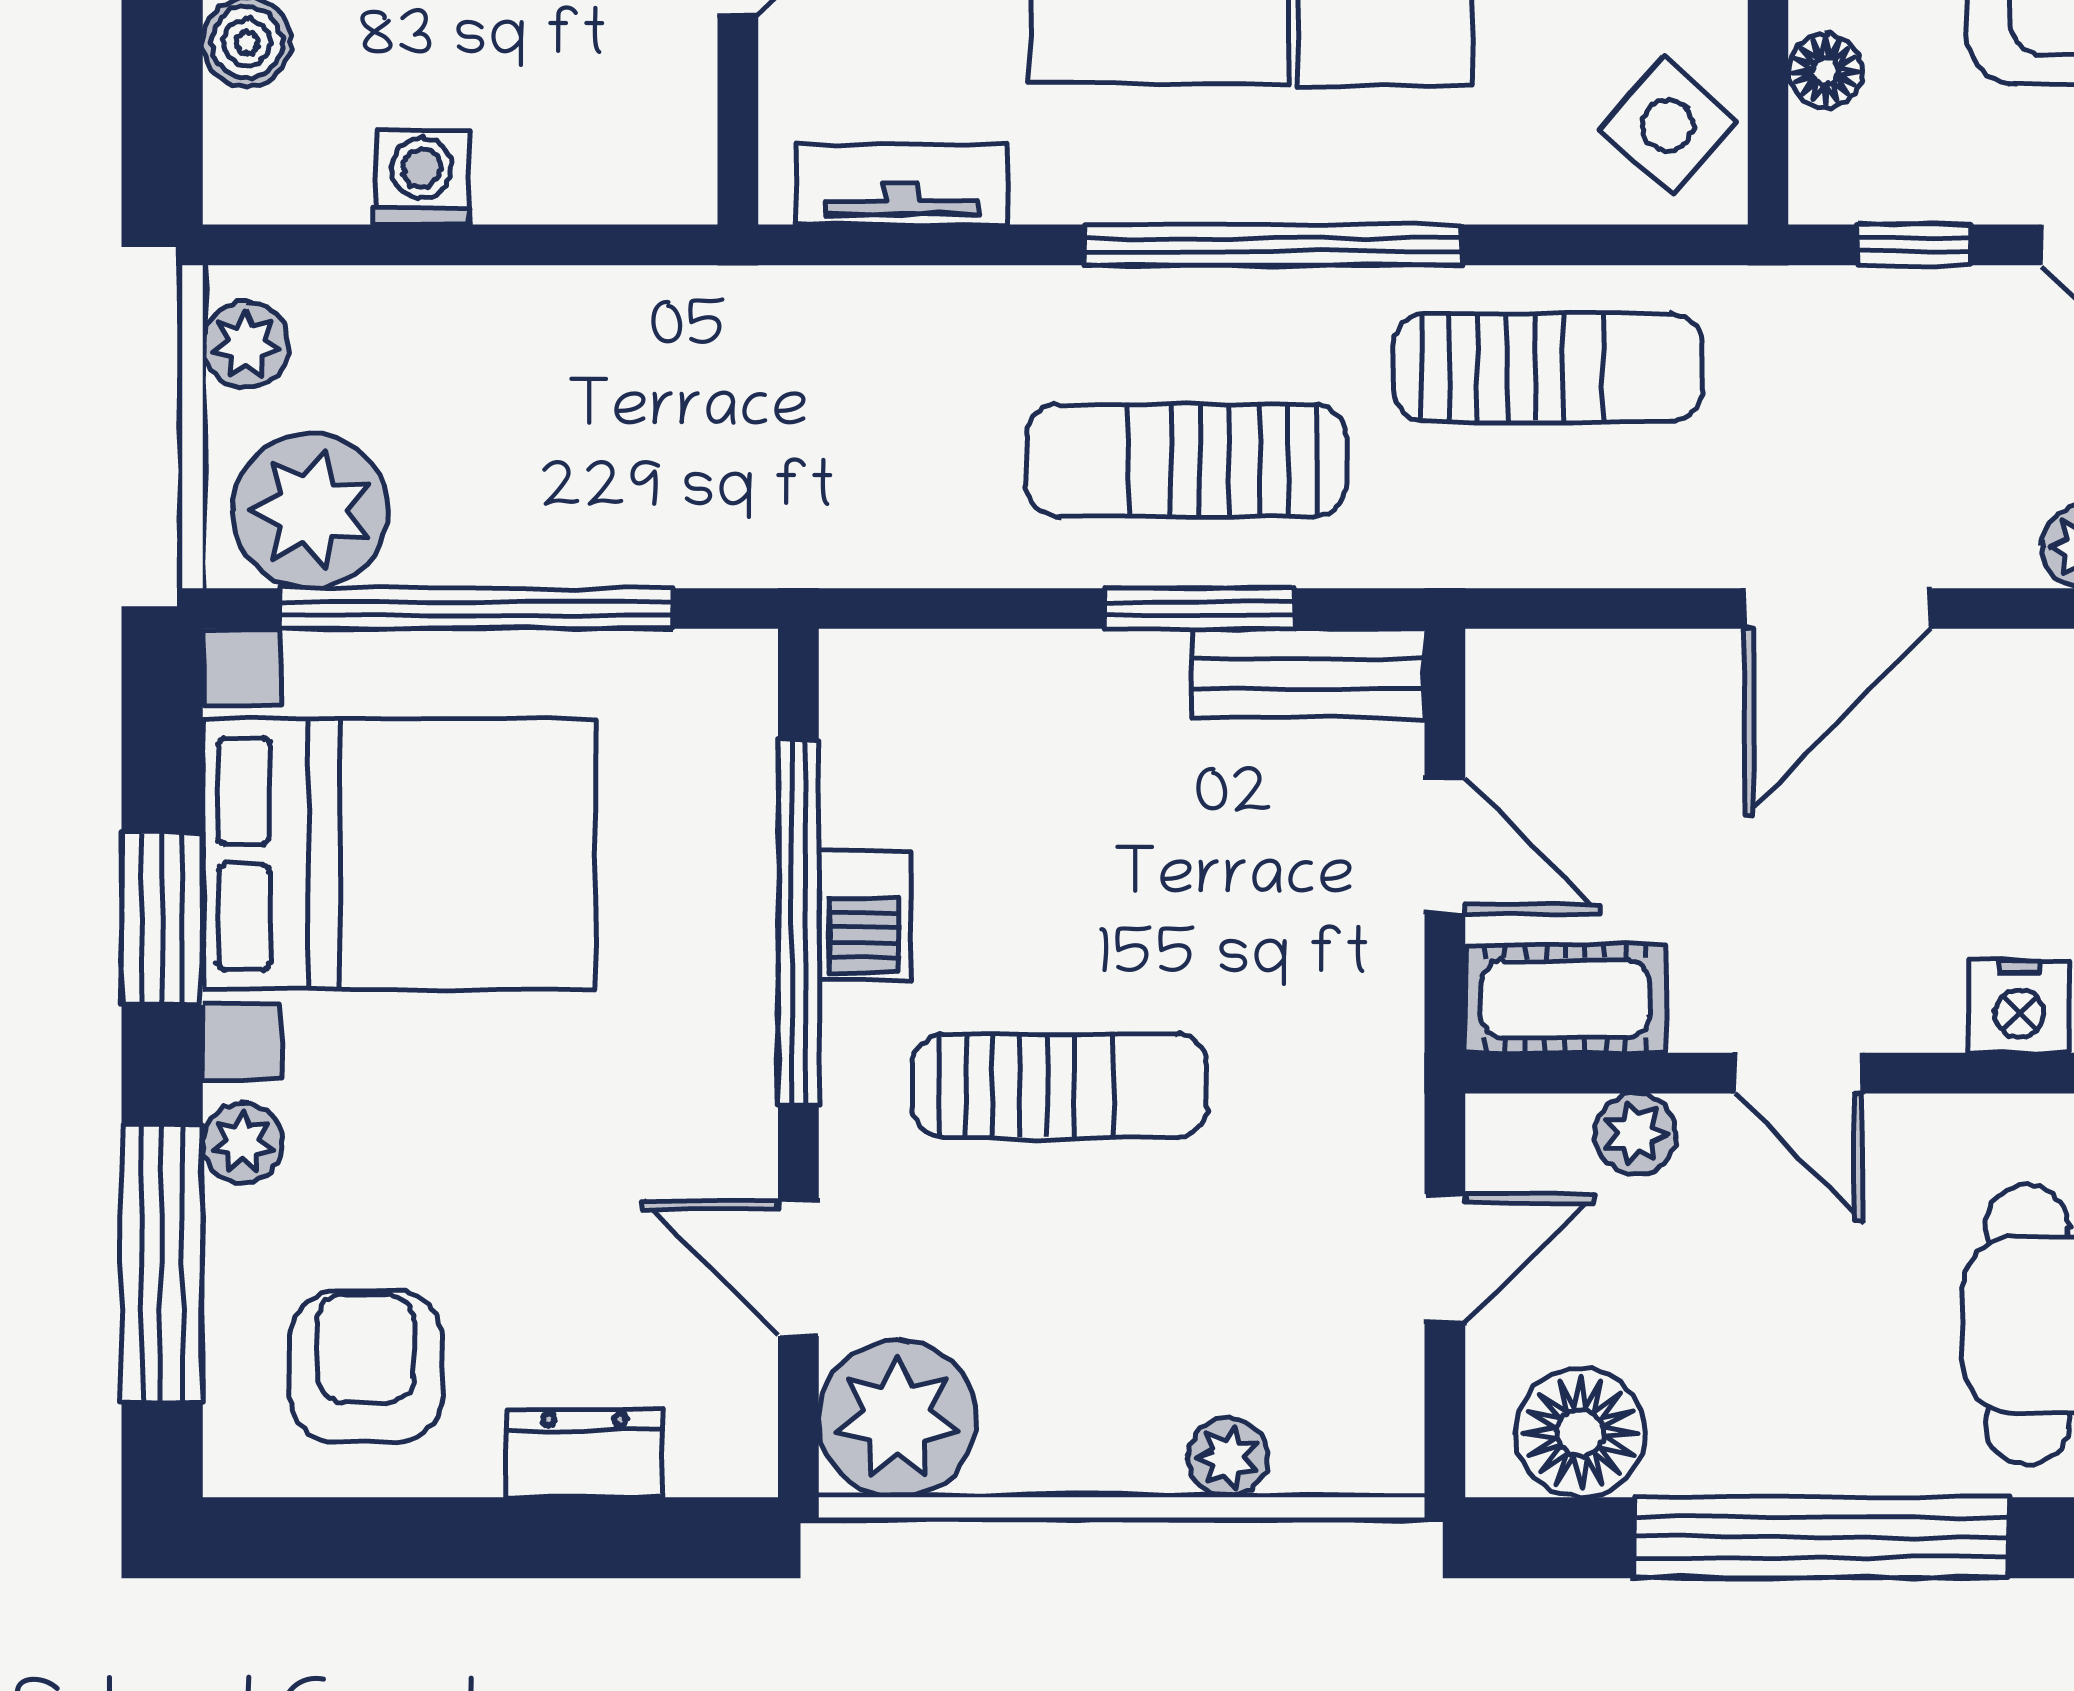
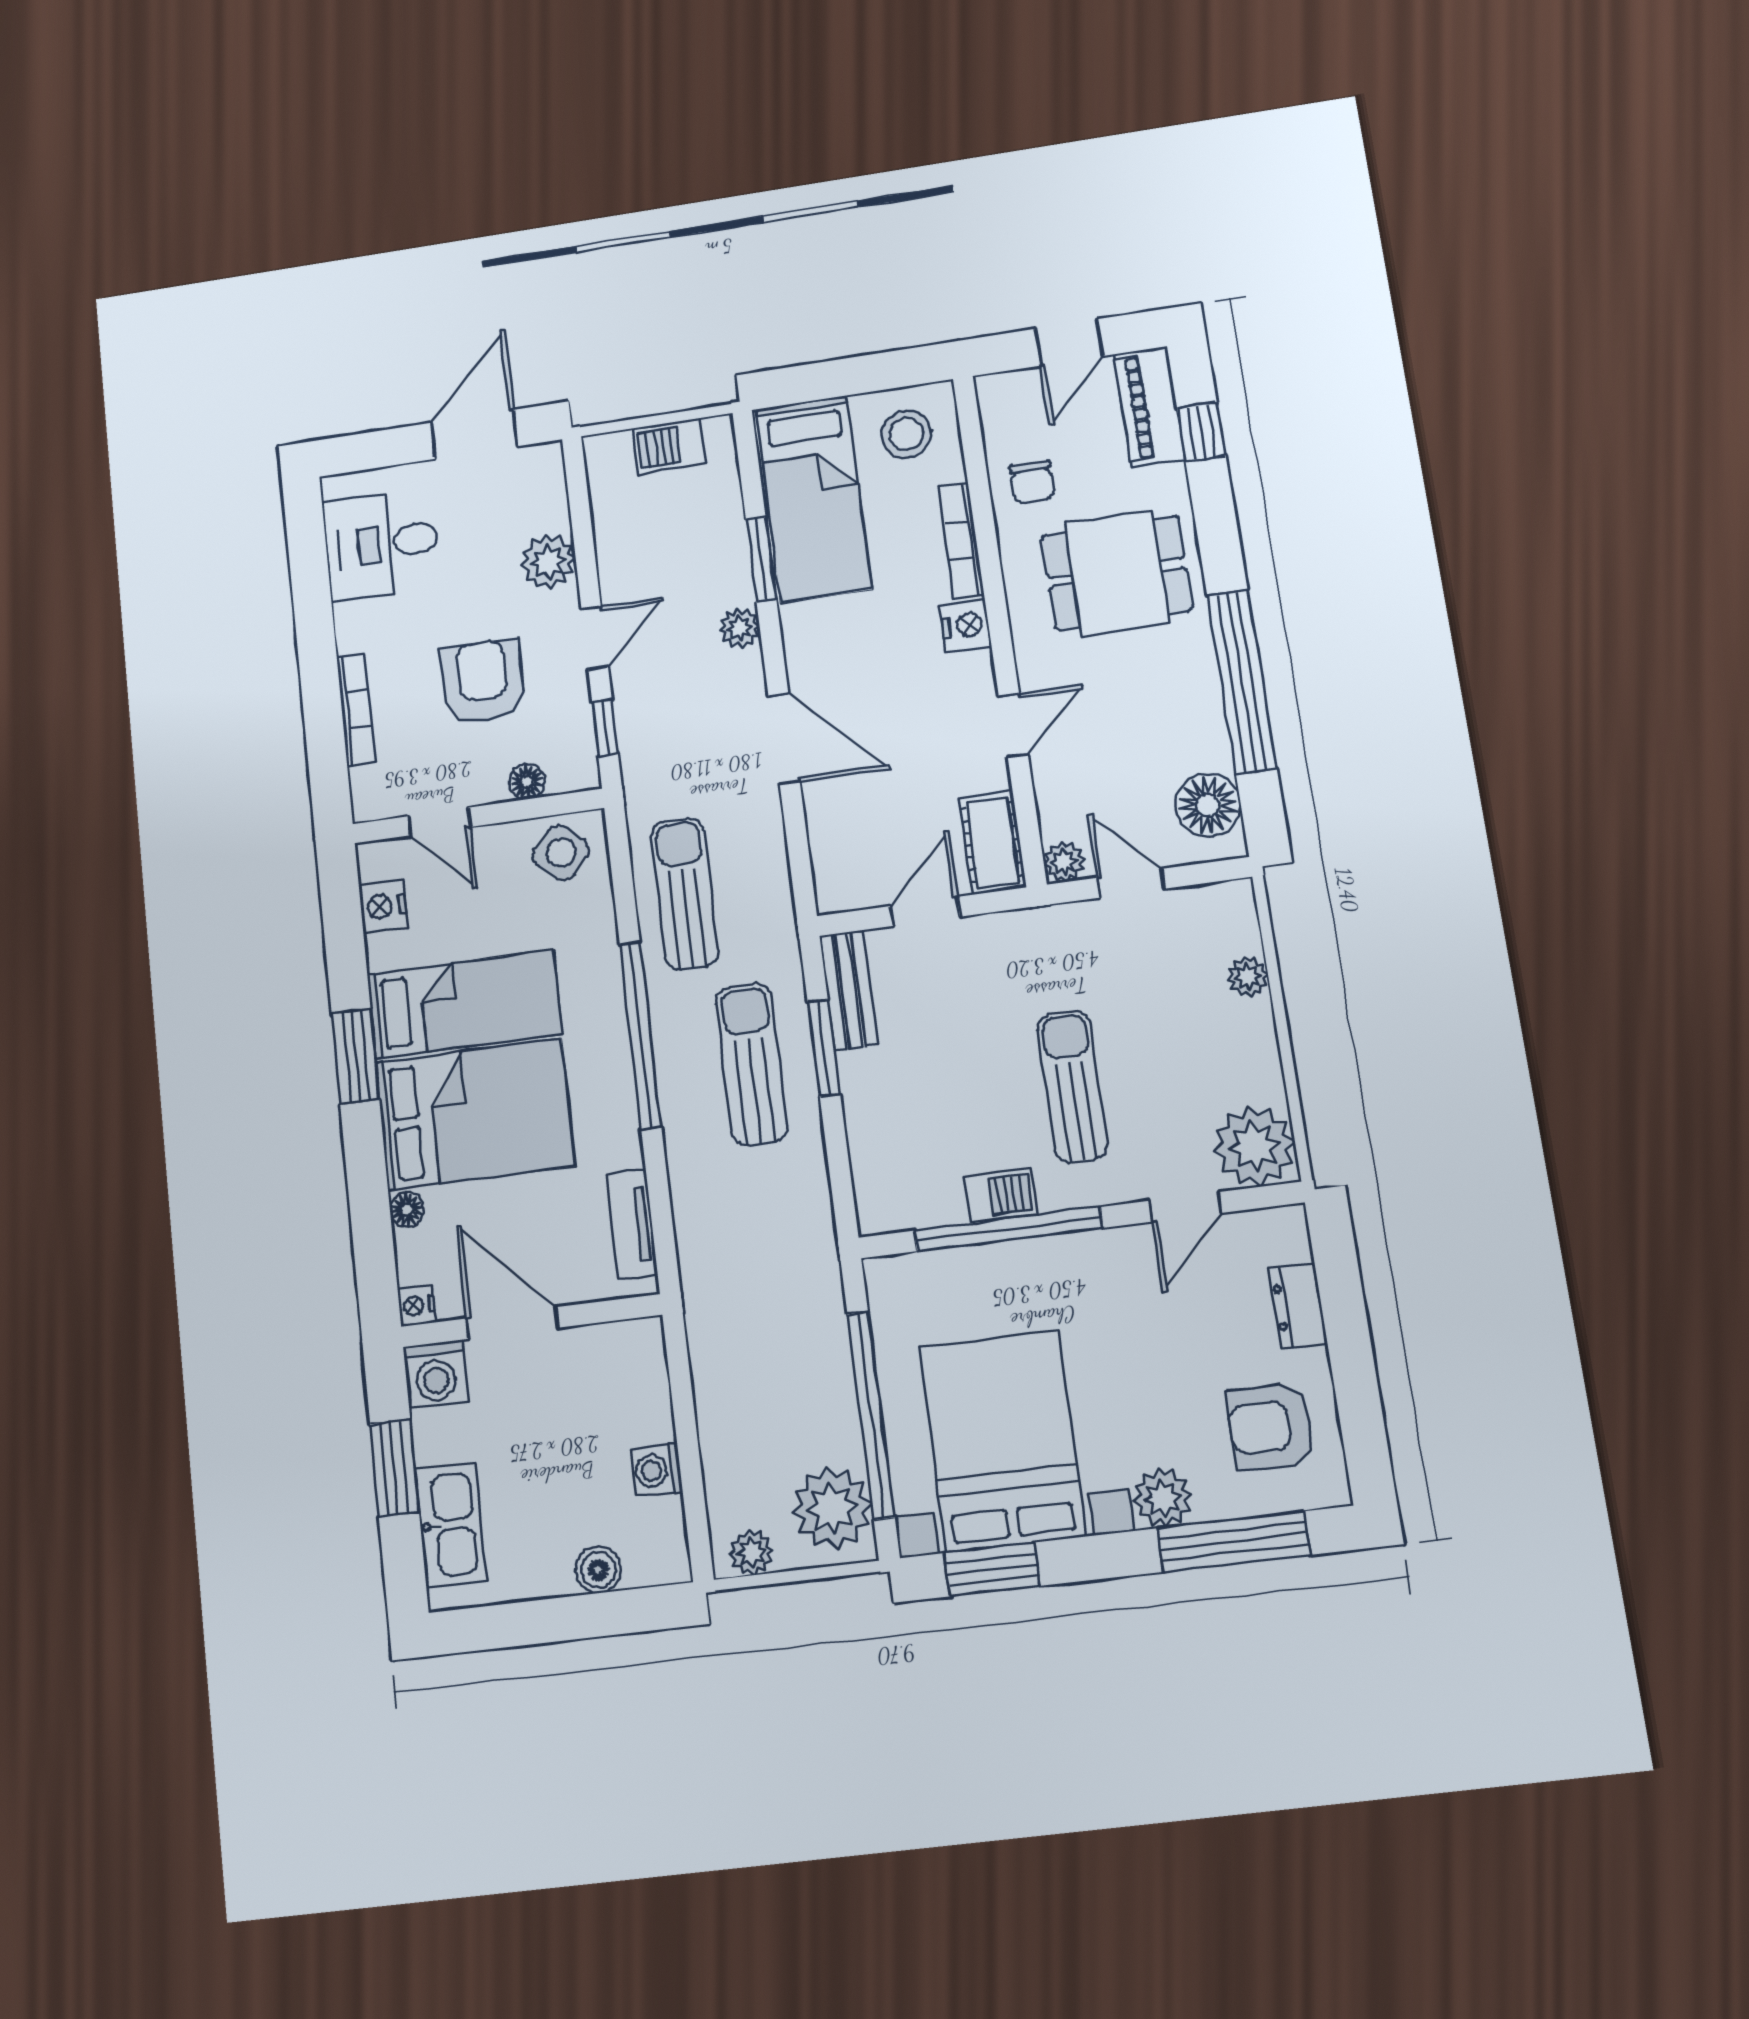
sun lounger: (1186, 461) -> (752, 1064), turned 180
window: (162, 919) -> (992, 1570), moved
plant: (1635, 1134) -> (1064, 862), moved
plant: (242, 1143) -> (1163, 1498), width x1.38, depth x1.38

